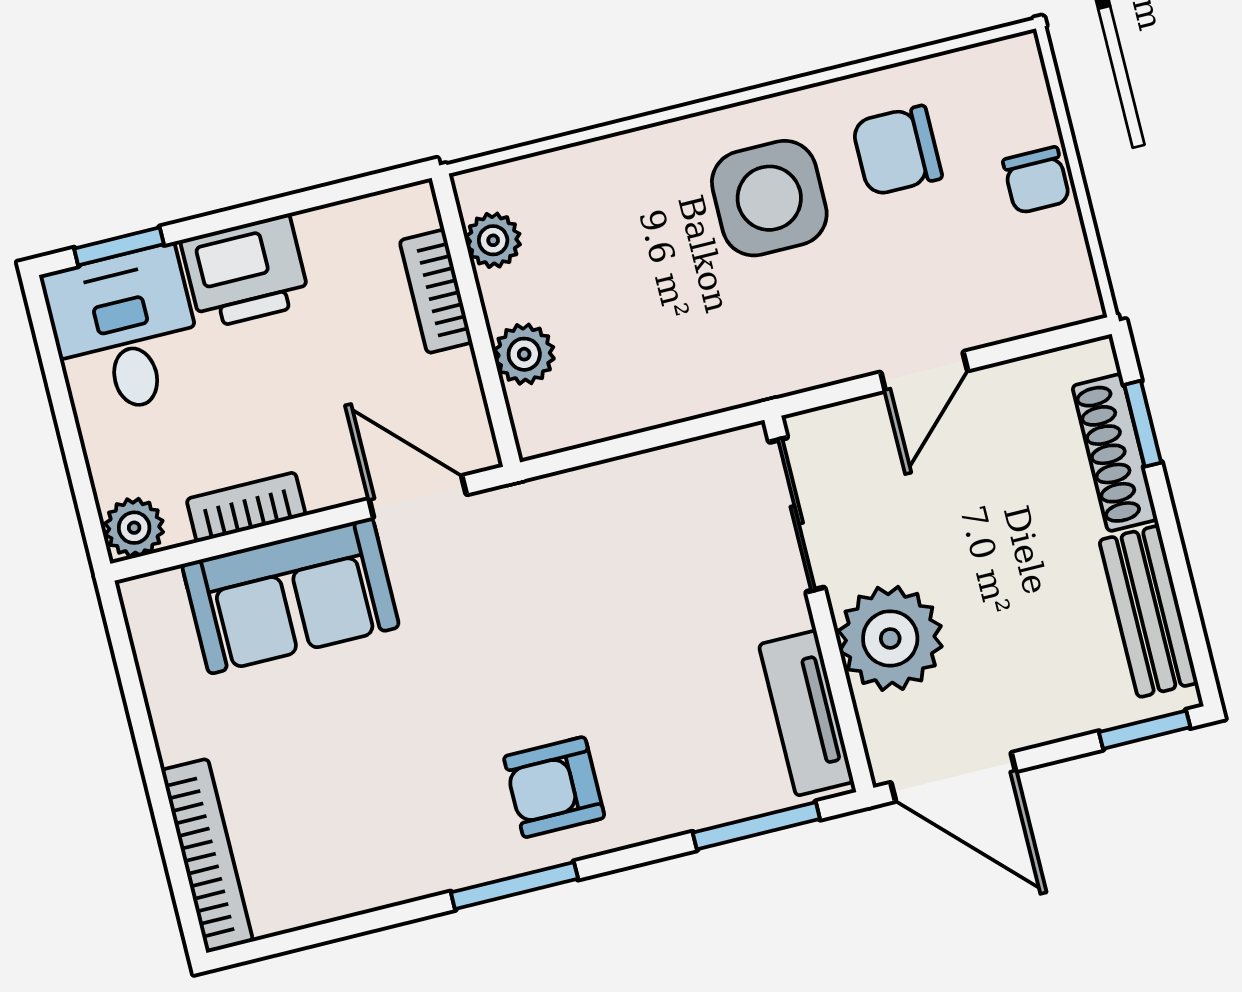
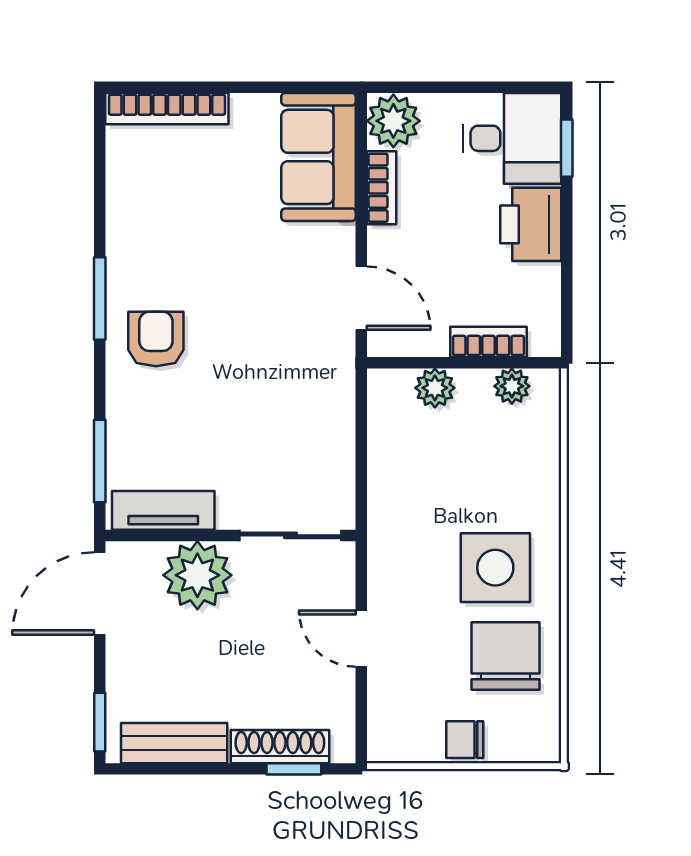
chair: (897, 151) -> (505, 656), width x1.37, depth x1.37
door: (418, 497) -> (361, 298), hinge flipped
plant: (134, 528) -> (393, 121), width x1.38, depth x1.38
sofa: (291, 596) -> (319, 157), moved

